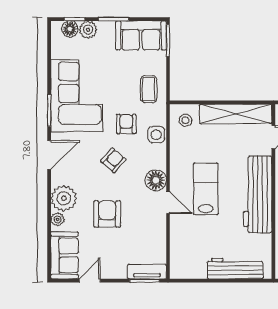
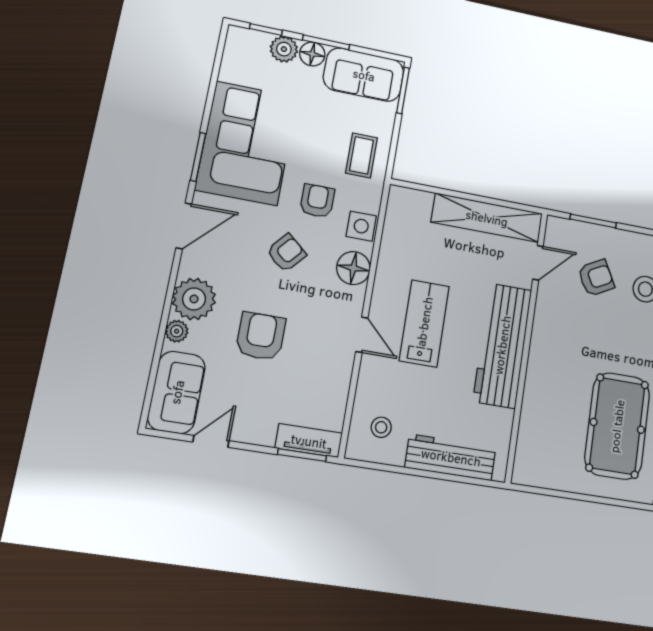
floor lamp: (70, 29) -> (312, 54), moved
stool: (185, 120) -> (381, 427), moved
floor lamp: (156, 180) -> (353, 268), moved

